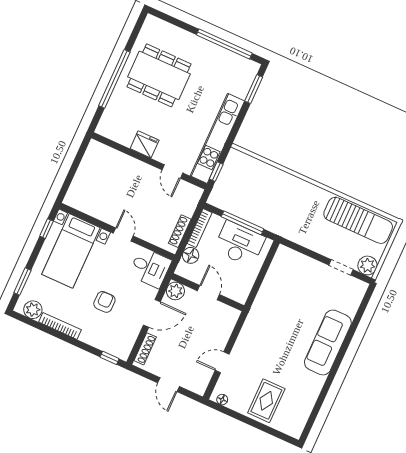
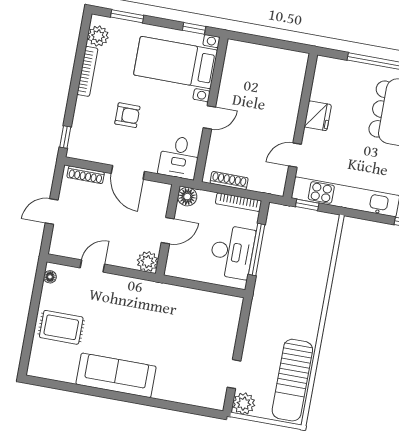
floor lamp: (191, 255) -> (187, 197), moved
plant: (175, 291) -> (148, 262), moved
sofa: (328, 342) -> (116, 375), moved
door: (222, 362) -> (92, 266), hinge flipped

